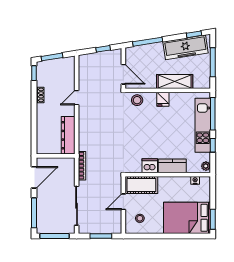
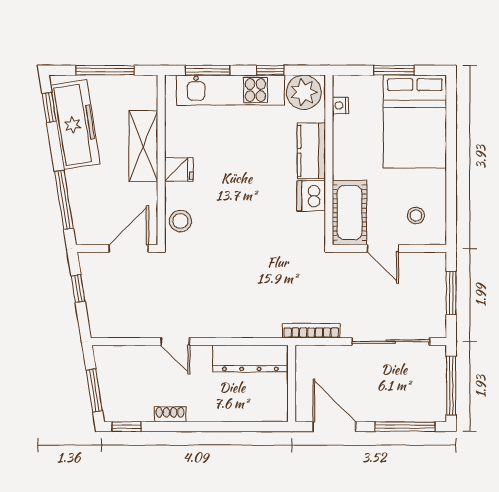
window: (213, 114) -> (208, 70), width x0.69
plant: (206, 166) -> (304, 92), width x1.88, depth x1.88
window: (213, 219) -> (394, 70), moved

